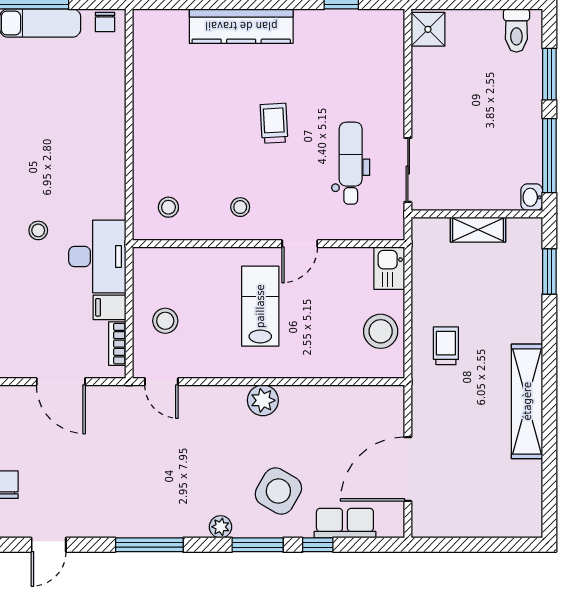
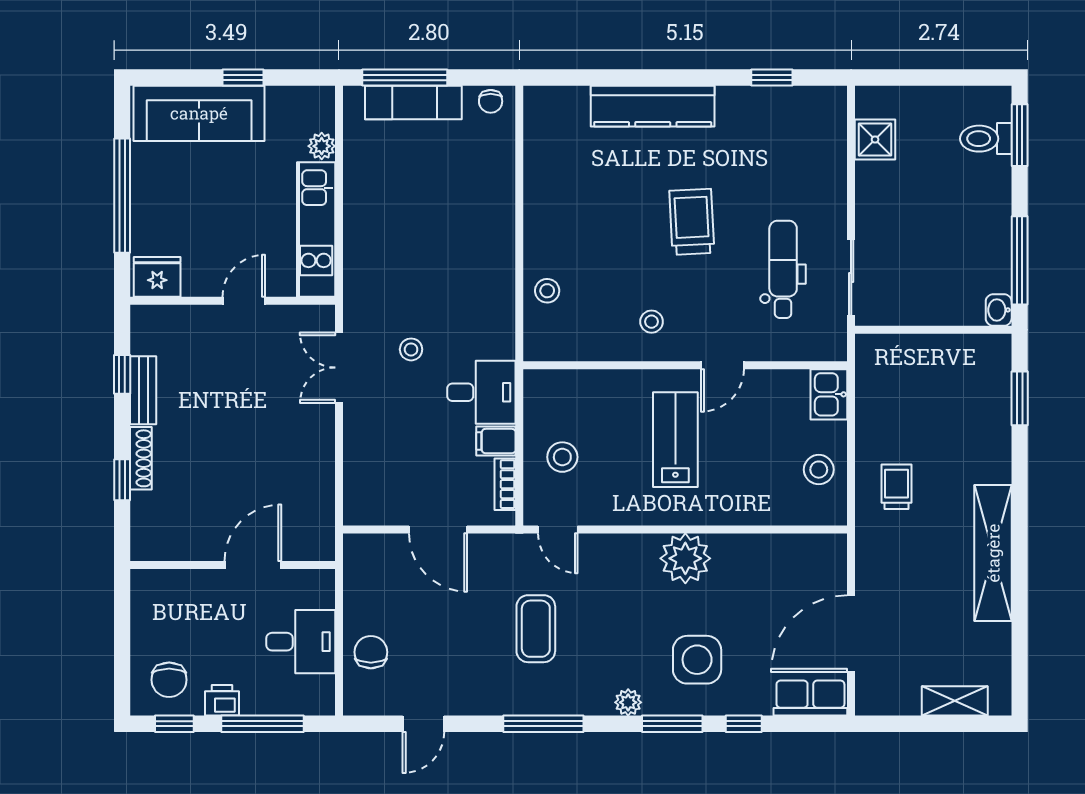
shower: (428, 29) -> (875, 139), moved
toilet: (516, 30) -> (986, 139), moved, turned 90
window: (549, 74) -> (1020, 135), moved
trolley: (274, 123) -> (692, 222), width x1.36, depth x1.39
stool: (168, 207) -> (547, 291), moved
shelving: (478, 230) -> (955, 701), moved
desk: (97, 256) -> (481, 392), width x0.73
stool: (381, 331) -> (819, 470), width x0.73, depth x0.73
plant: (263, 400) -> (685, 558), width x1.36, depth x1.36
coffee table: (143, 465) -> (536, 629), added
side table: (278, 491) -> (697, 660), turned -30
row of seats: (345, 523) -> (810, 698), moved

